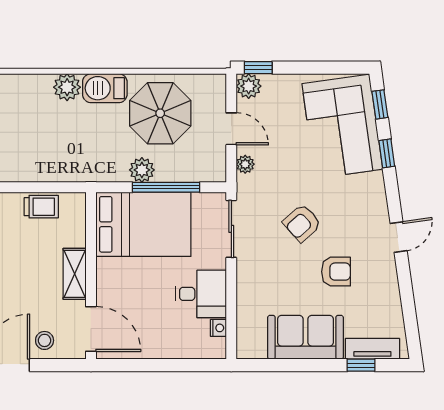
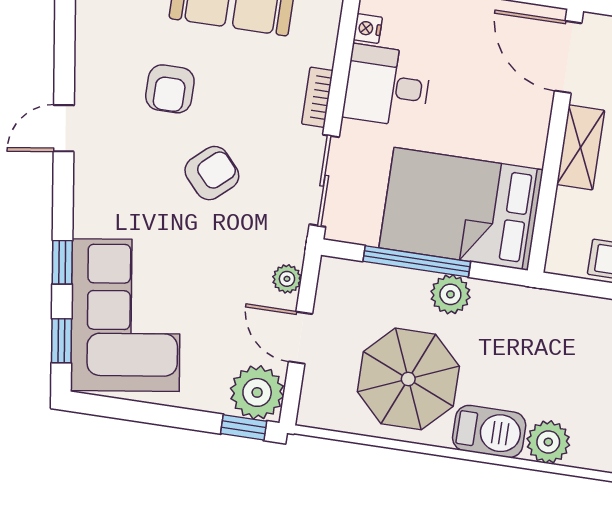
plant: (249, 86) -> (257, 392), width x1.36, depth x1.36
armchair: (336, 272) -> (170, 89), turned -90
bookcase: (243, 280) -> (317, 97), added

